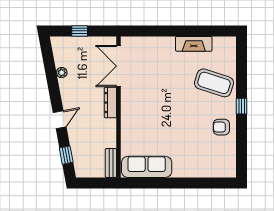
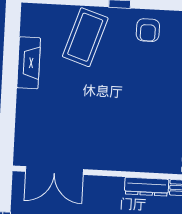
dresser: (110, 103) -> (147, 187), moved

